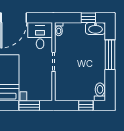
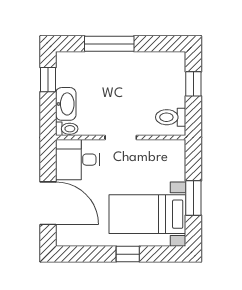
washbasin: (95, 28) -> (66, 104), moved
toilet: (100, 92) -> (171, 117), moved
window: (29, 106) -> (193, 198), moved

